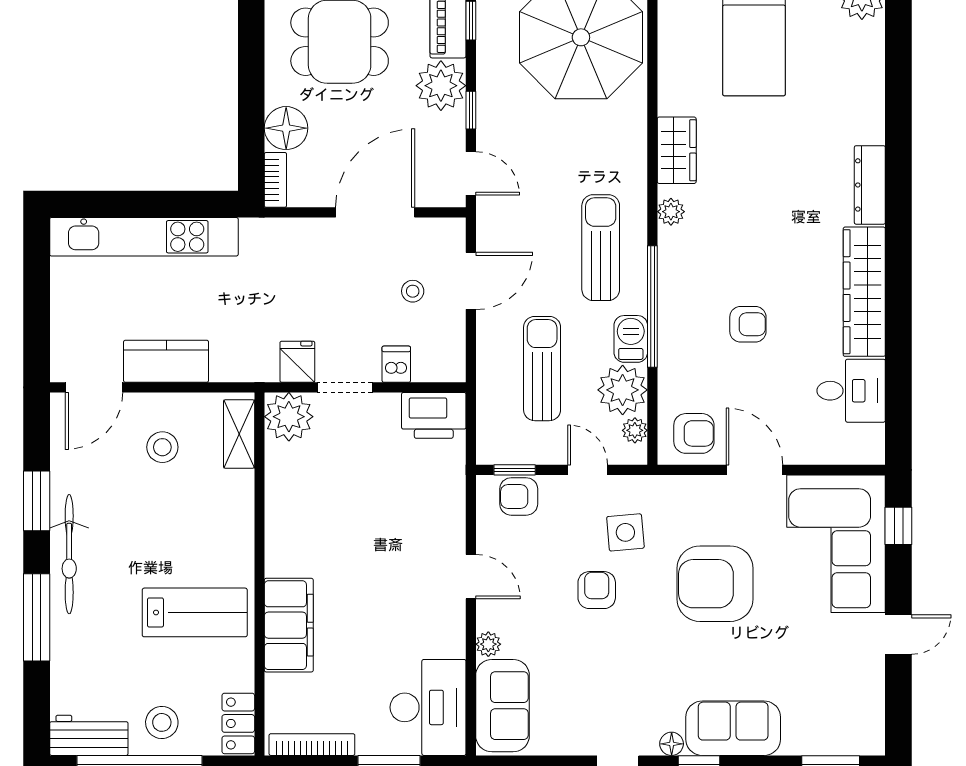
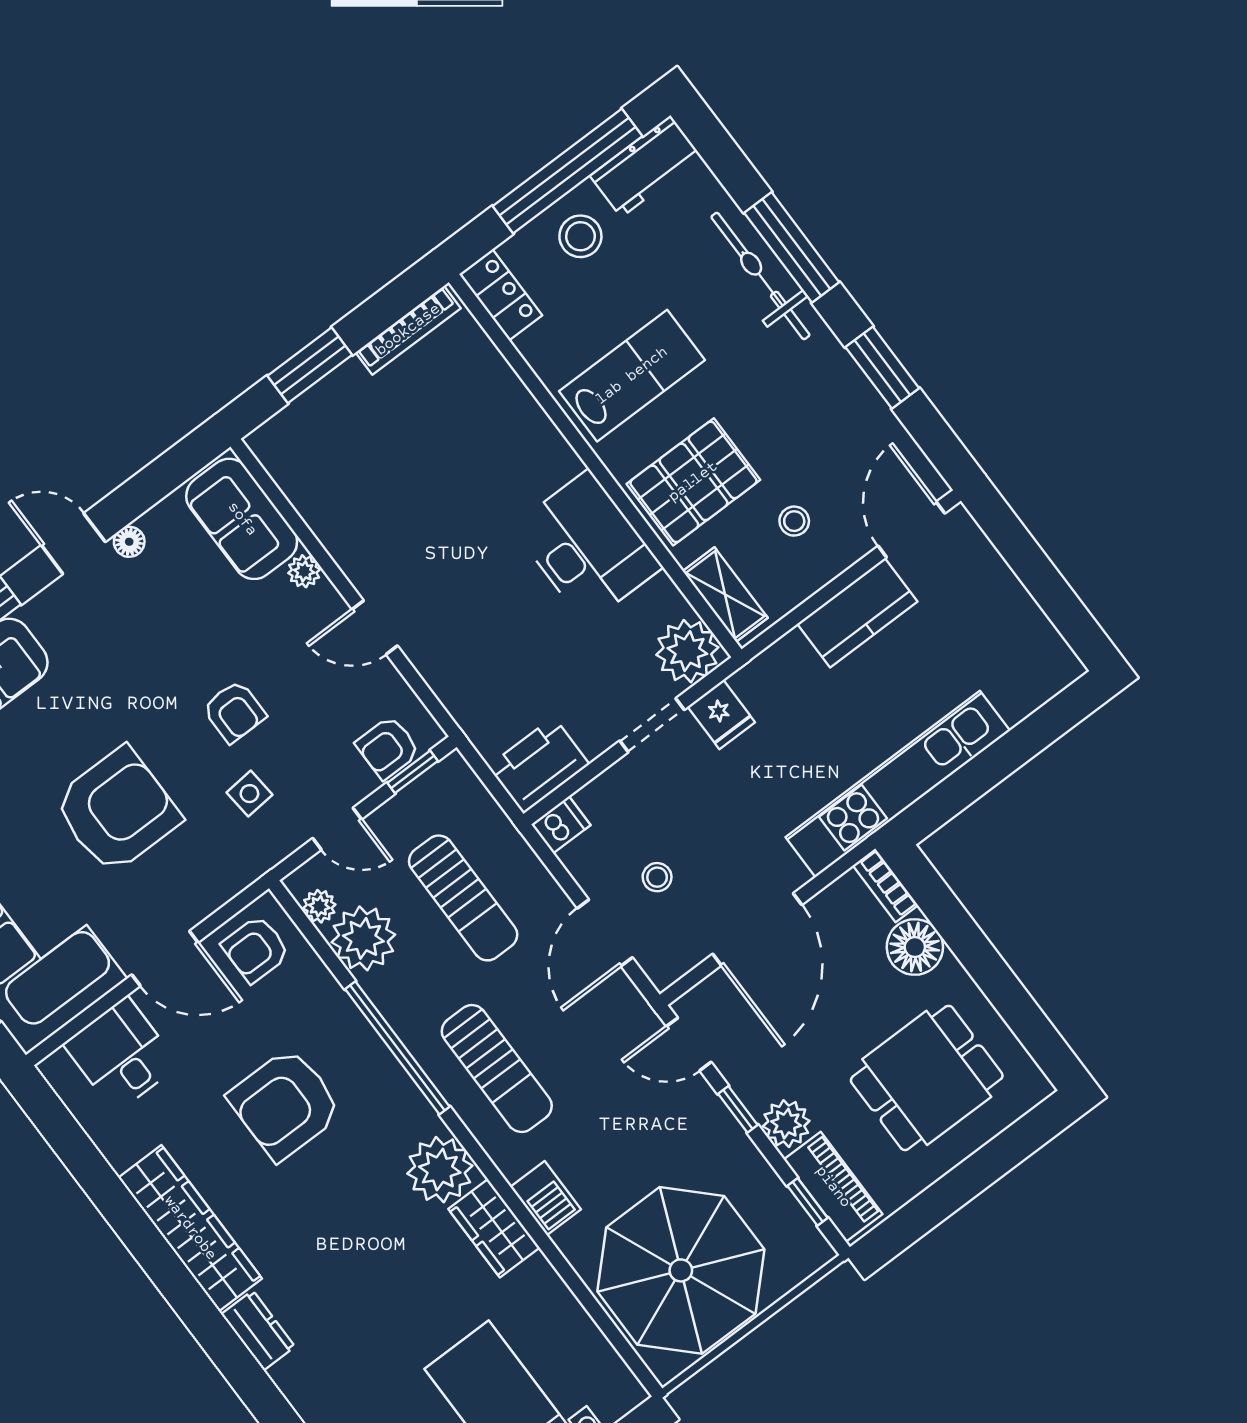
plant: (441, 86) -> (786, 1124), width x0.73, depth x0.73
dresser: (870, 185) -> (258, 1330), width x0.70
plant: (671, 212) -> (440, 1170), width x1.87, depth x1.87
kitchen unit: (144, 237) -> (898, 784), moved
armchair: (748, 324) -> (285, 1104), width x1.88, depth x1.88
barbecue: (631, 339) -> (546, 1198), moved
dishwasher: (396, 364) -> (561, 825), moved, turned -90
desk: (851, 391) -> (121, 1055), moved, turned 90
stool: (162, 447) -> (794, 521), width x0.73, depth x0.73
armchair: (519, 496) -> (388, 748), turned 180
pallet: (206, 518) -> (693, 482), added
side table: (625, 532) -> (249, 794), width x0.73, depth x0.73
bicycle: (69, 554) -> (760, 276), moved
lab bench: (195, 612) -> (632, 376), turned 180
filing cabinet: (289, 625) -> (525, 436), removed
desk: (428, 707) -> (587, 547), moved, turned 180
floor lamp: (672, 744) -> (129, 542), moved

